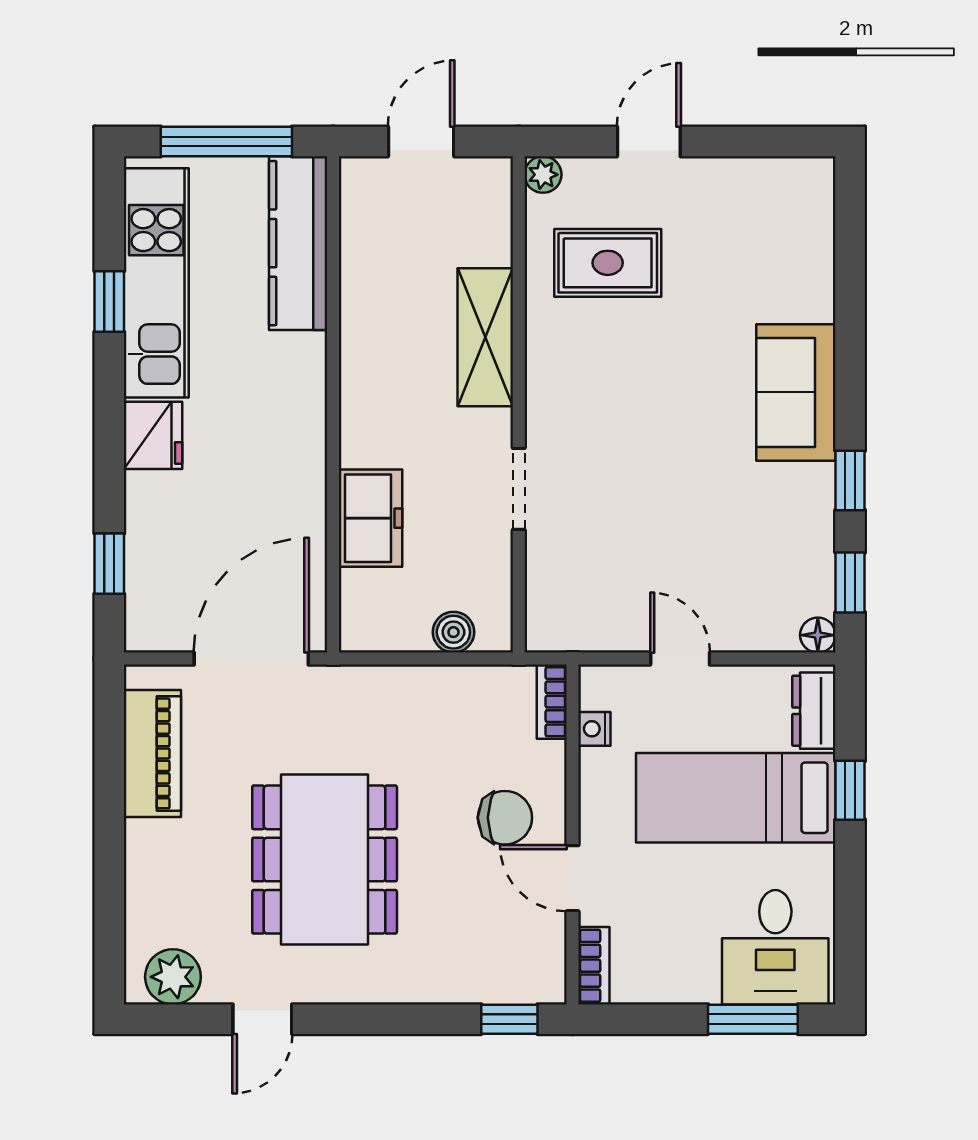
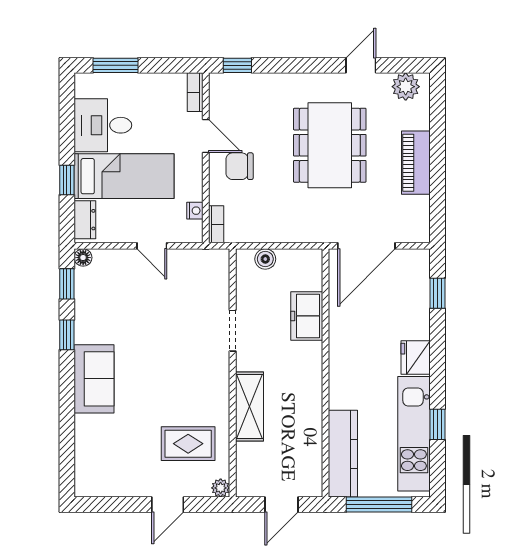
piano: (152, 753) -> (416, 163), moved
desk: (775, 947) -> (103, 125), moved, turned -90

